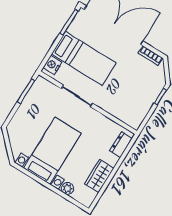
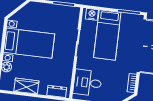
desk: (127, 105) -> (88, 83), added

